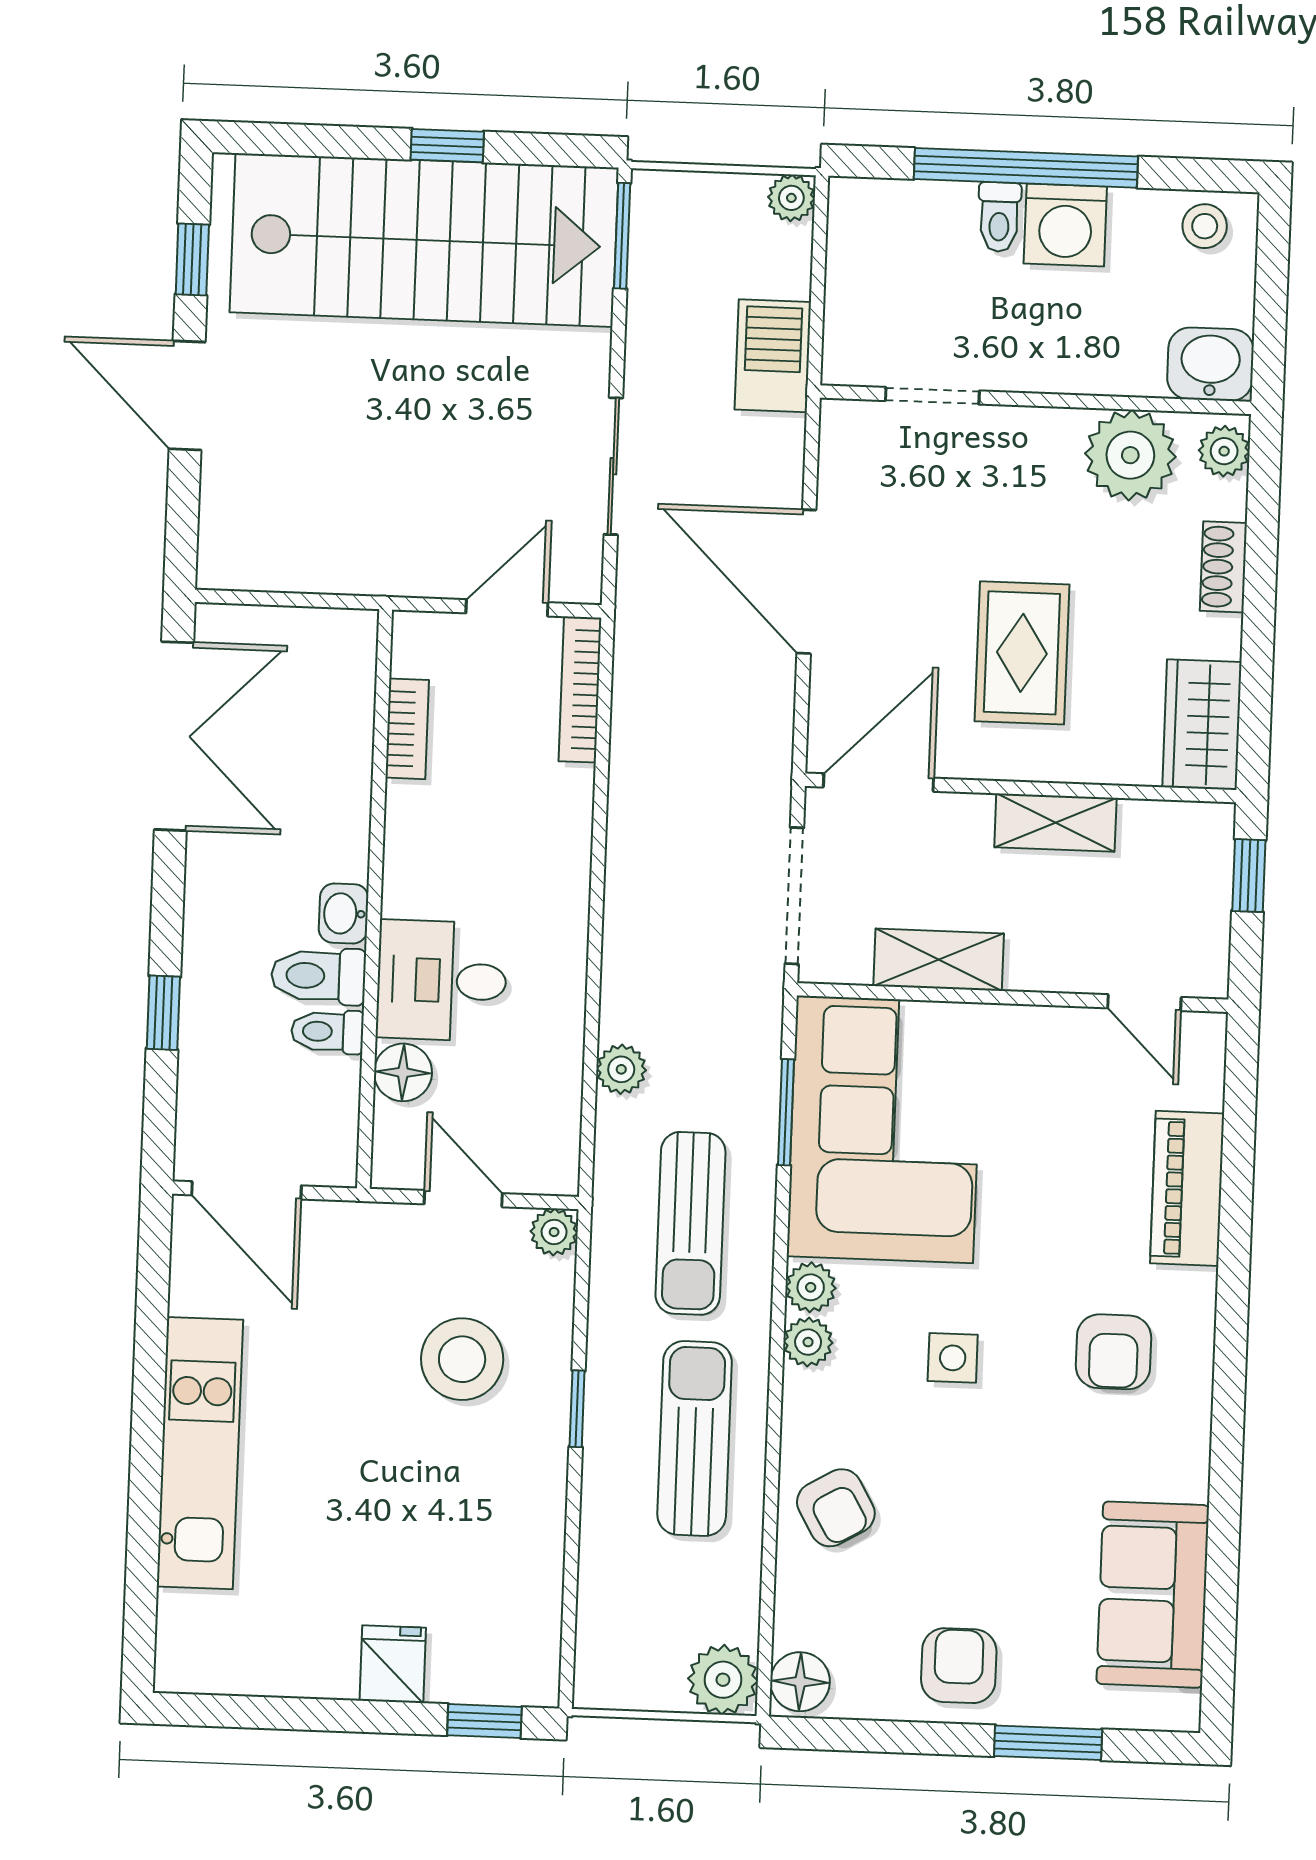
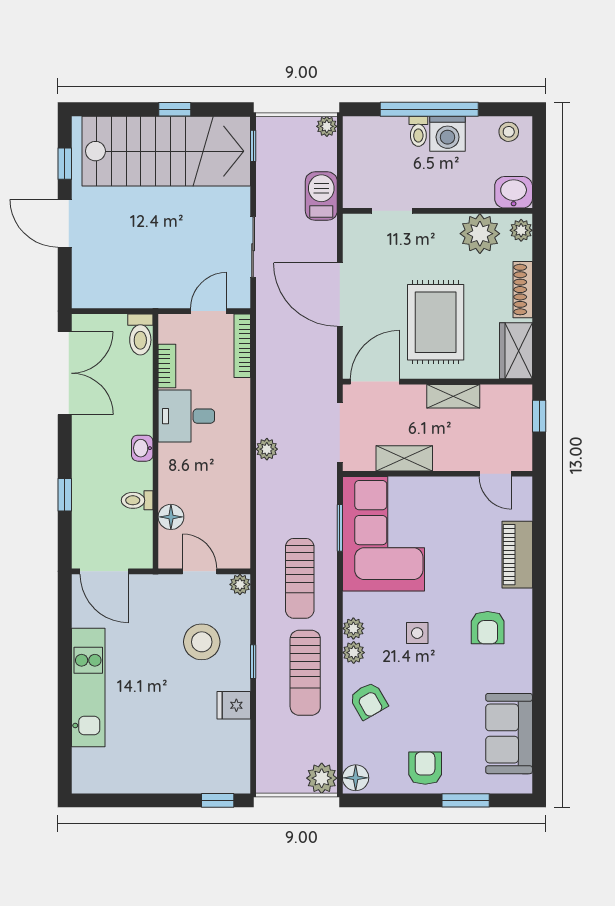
window: (622, 236) -> (253, 146), width x0.67
shoe rack: (1223, 567) -> (523, 290), width x1.43
rug: (1022, 653) -> (436, 322), width x1.36, depth x1.43
toilet: (318, 976) -> (140, 334), moved, turned -90
desk: (442, 981) -> (186, 416), moved
plant: (621, 1069) -> (267, 449), moved
plant: (811, 1287) -> (354, 653), moved
sun lounger: (695, 1438) -> (305, 673), turned 180
fridge: (393, 1664) -> (234, 705), moved, turned -90

